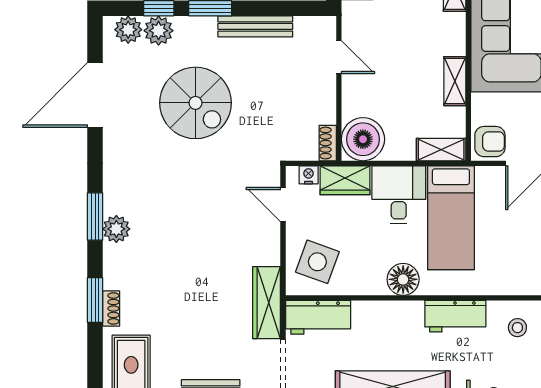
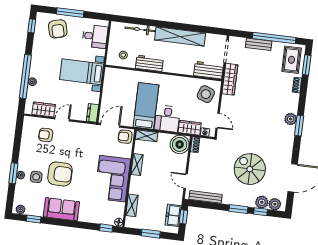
bench: (255, 26) -> (206, 197), moved
floor lamp: (403, 279) -> (170, 82), removed
window: (95, 300) -> (307, 65), moved

